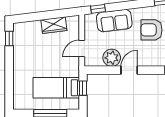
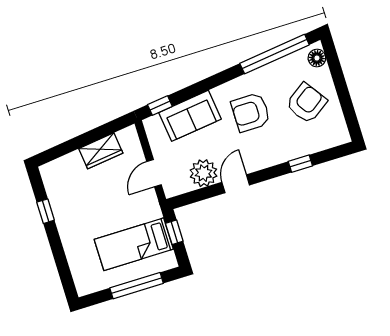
window: (9, 38) -> (46, 211), moved

